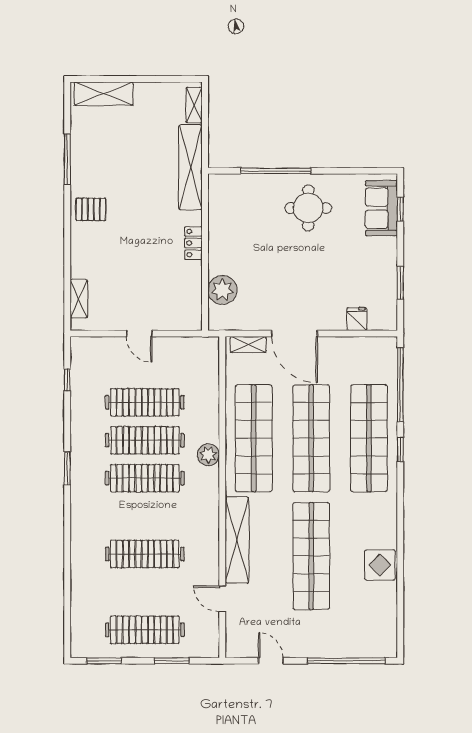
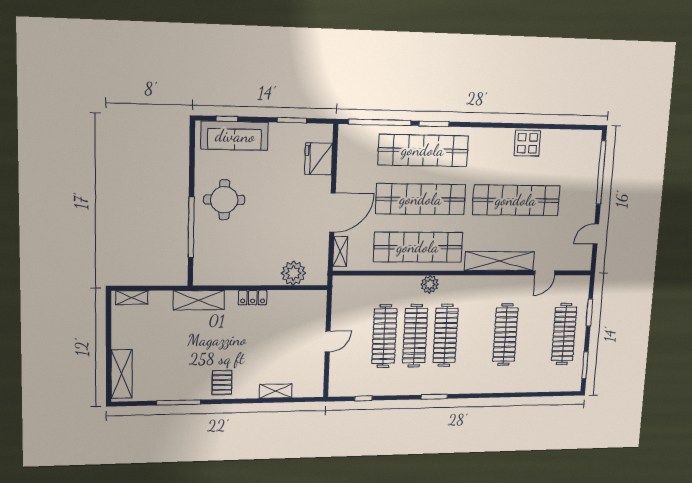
shelving: (191, 167) -> (199, 300), width x0.68
sofa: (381, 208) -> (235, 136), width x1.36
shelving: (79, 299) -> (276, 391), moved
fridge: (357, 319) -> (319, 159), width x1.88, depth x1.34
window: (400, 449) -> (434, 124), width x1.50

